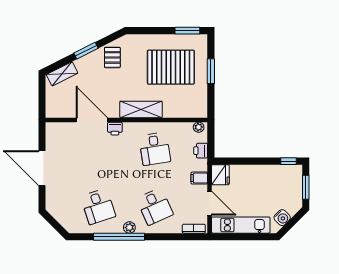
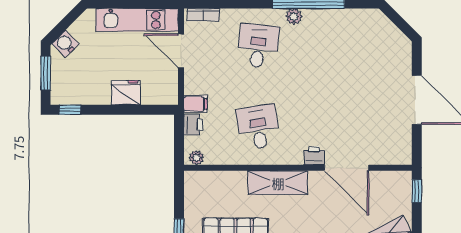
window: (42, 103) -> (417, 191), added
fridge: (220, 175) -> (126, 93), moved, turned 90
filing cabinet: (199, 178) -> (195, 104), moved
desk: (98, 206) -> (338, 46), removed
desk: (155, 206) -> (258, 46), turned 30
water cooler: (282, 218) -> (65, 44), moved

